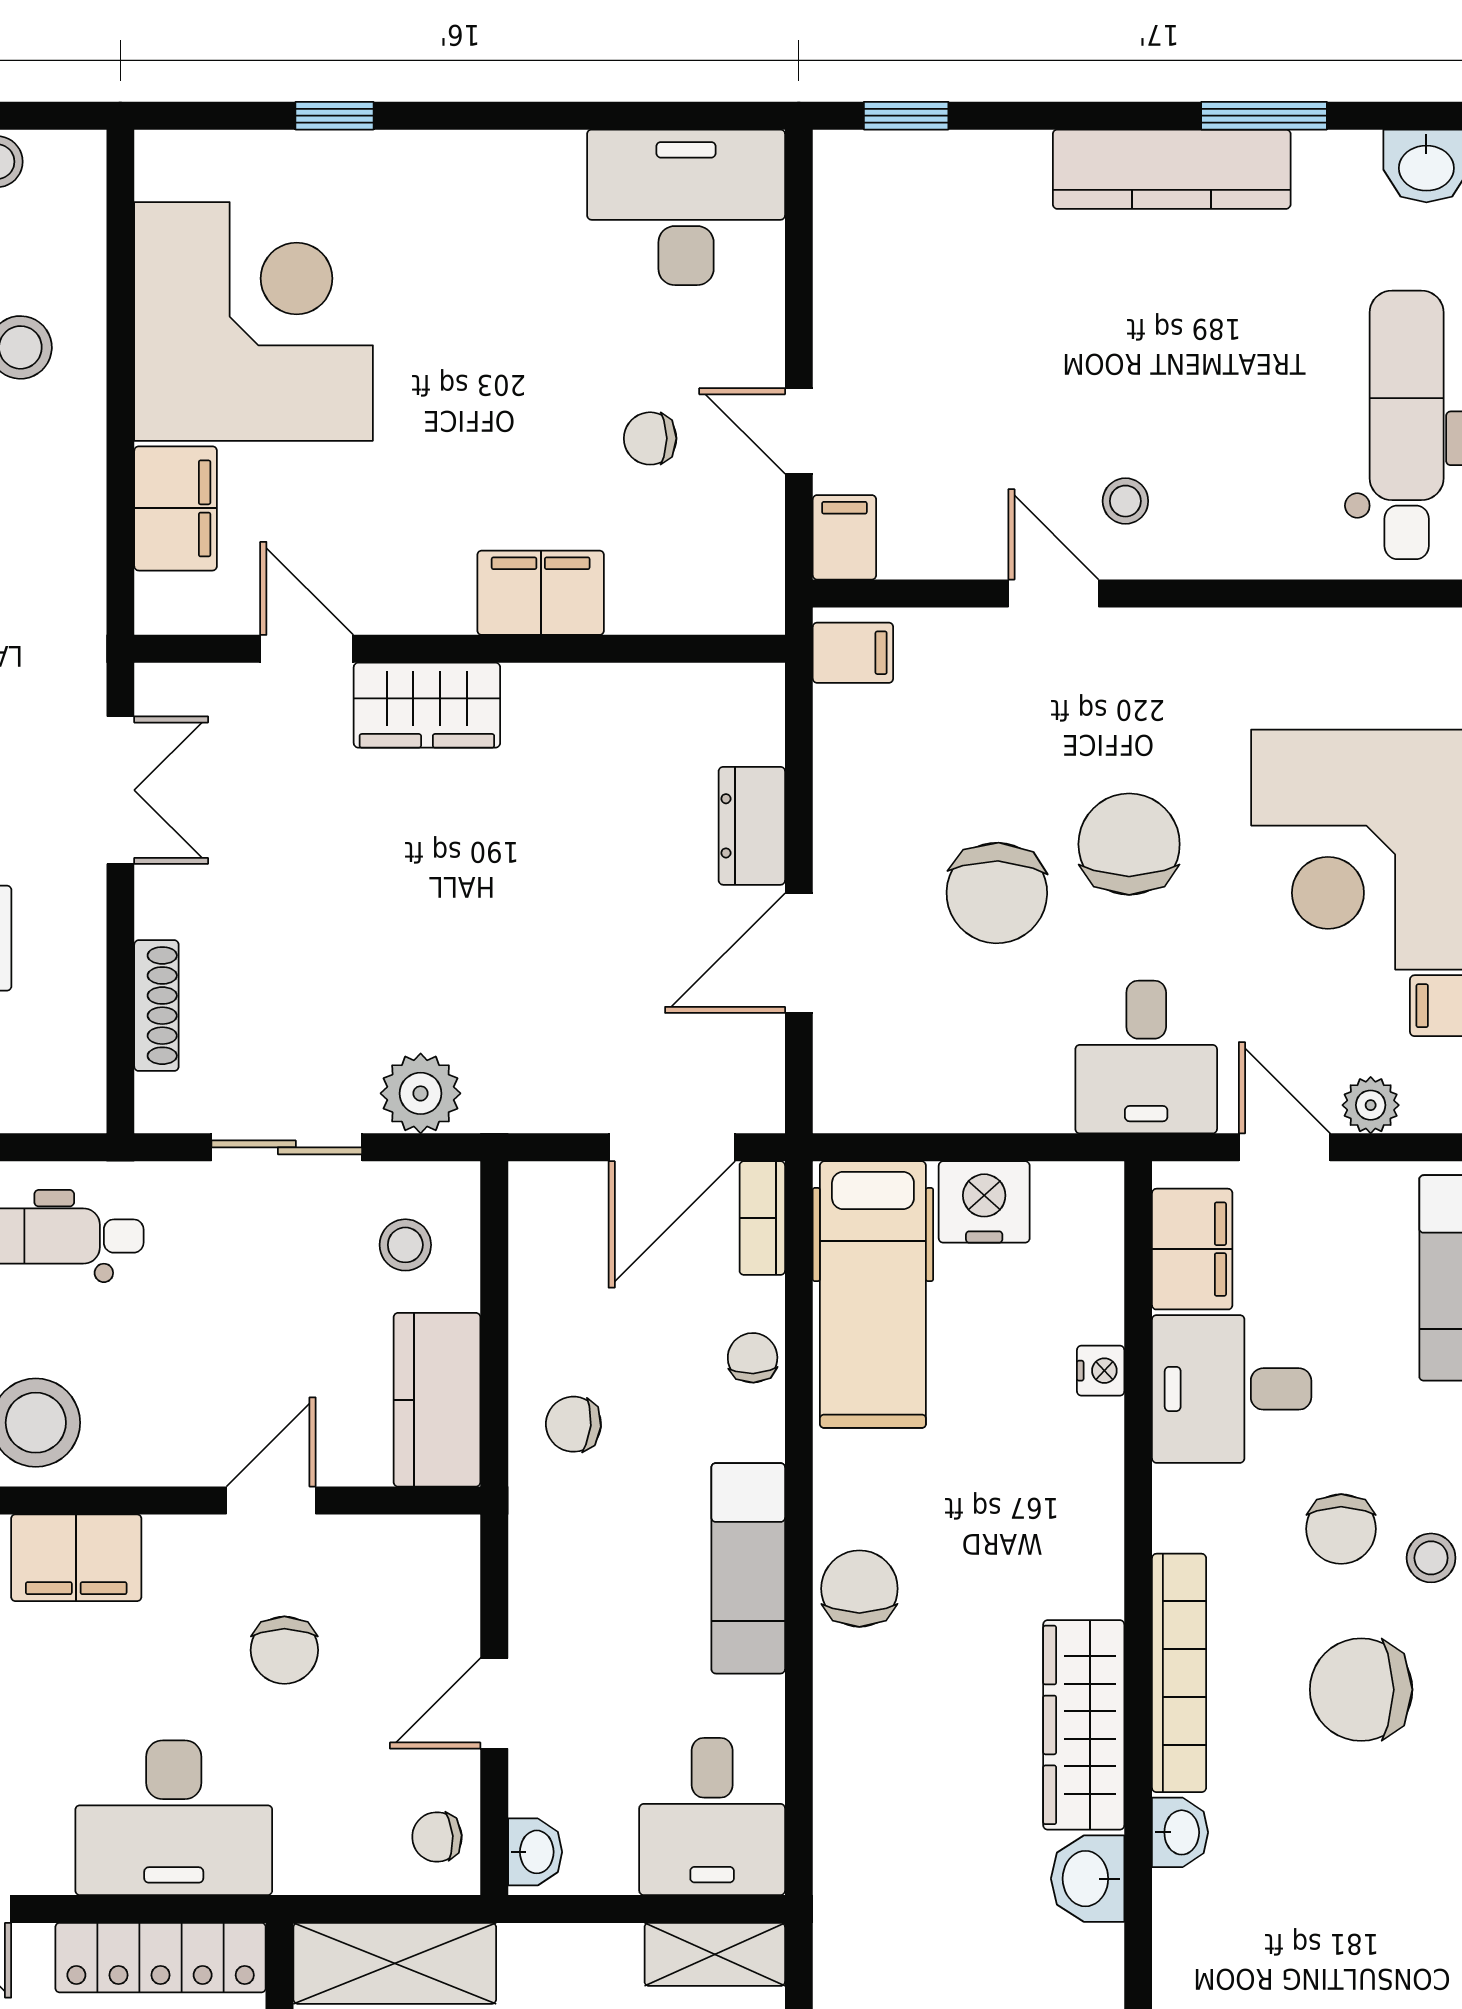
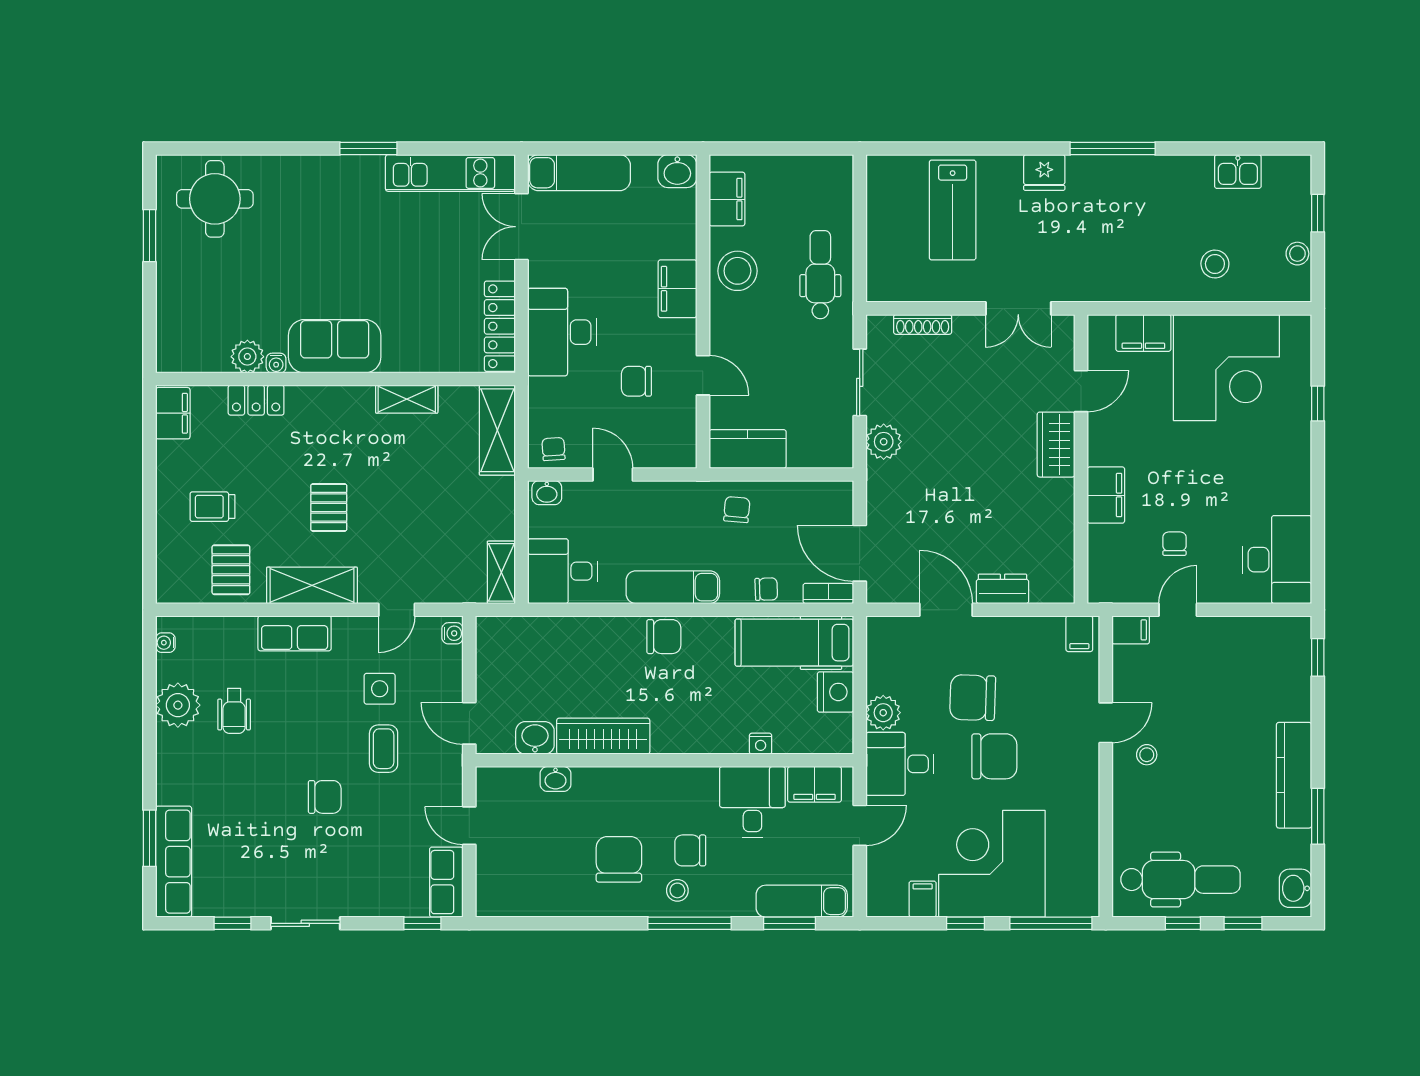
plant: (1371, 1105) -> (883, 713), moved, width x1.38, depth x1.38
stool: (405, 1245) -> (816, 435), removed
bookcase: (1179, 1673) -> (626, 778), removed

